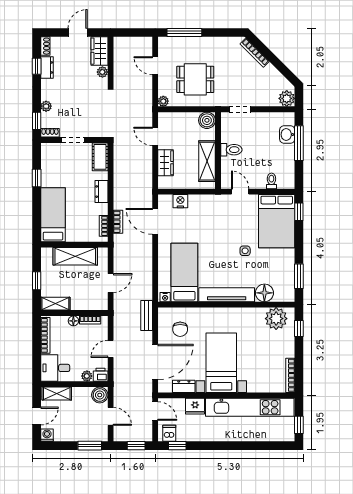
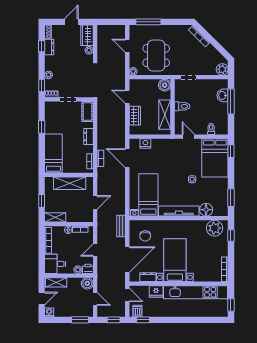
dining table: (195, 79) -> (156, 56), width x1.38

